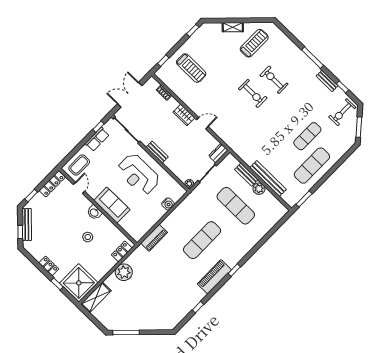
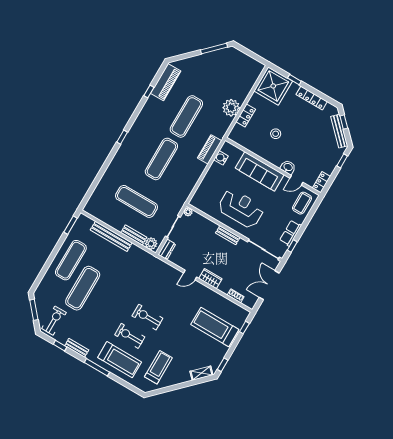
shelving: (233, 27) -> (201, 373), moved
treadmill: (254, 43) -> (158, 367), turned 180
treadmill: (289, 60) -> (120, 360), added
treadmill: (191, 68) -> (215, 327), width x1.37, depth x1.38
exercise bike: (274, 80) -> (130, 336), turned 180
double door: (130, 95) -> (269, 285), swing flipped
exercise mat: (307, 136) -> (83, 288), width x1.36, depth x1.45
locker: (52, 184) -> (321, 182), width x0.66
door: (79, 188) -> (296, 180), hinge flipped
plant: (259, 189) -> (151, 244), moved
water cooler: (168, 204) -> (221, 158), moved
sofa: (112, 205) -> (260, 171), width x1.36
washbasin: (94, 212) -> (288, 167), moved
locker: (122, 251) -> (246, 115), moved
locker: (49, 266) -> (312, 98), width x1.53
exercise mat: (168, 275) -> (186, 116), added
piano: (214, 277) -> (166, 82), moved
shelving: (96, 297) -> (253, 76), removed

